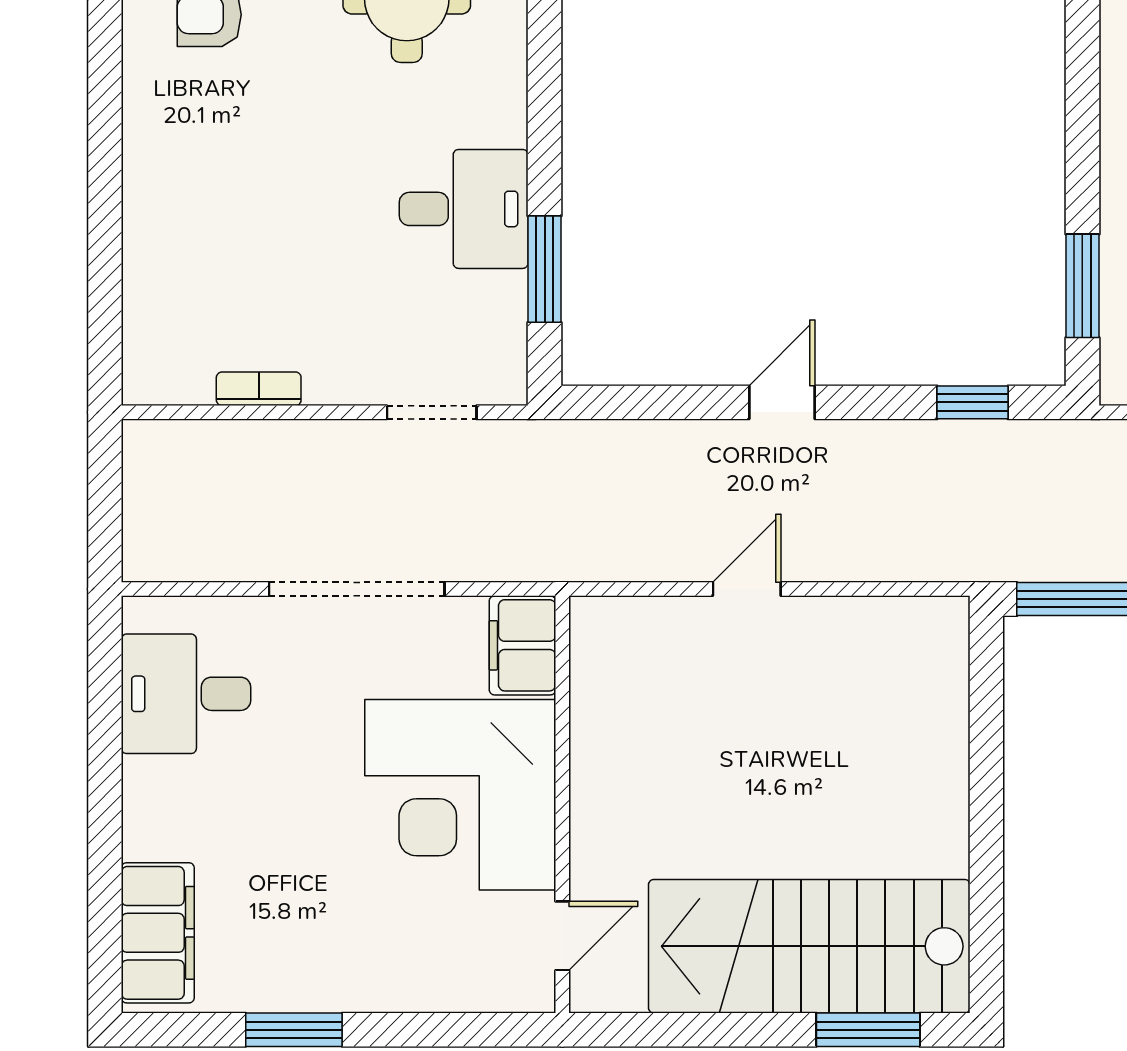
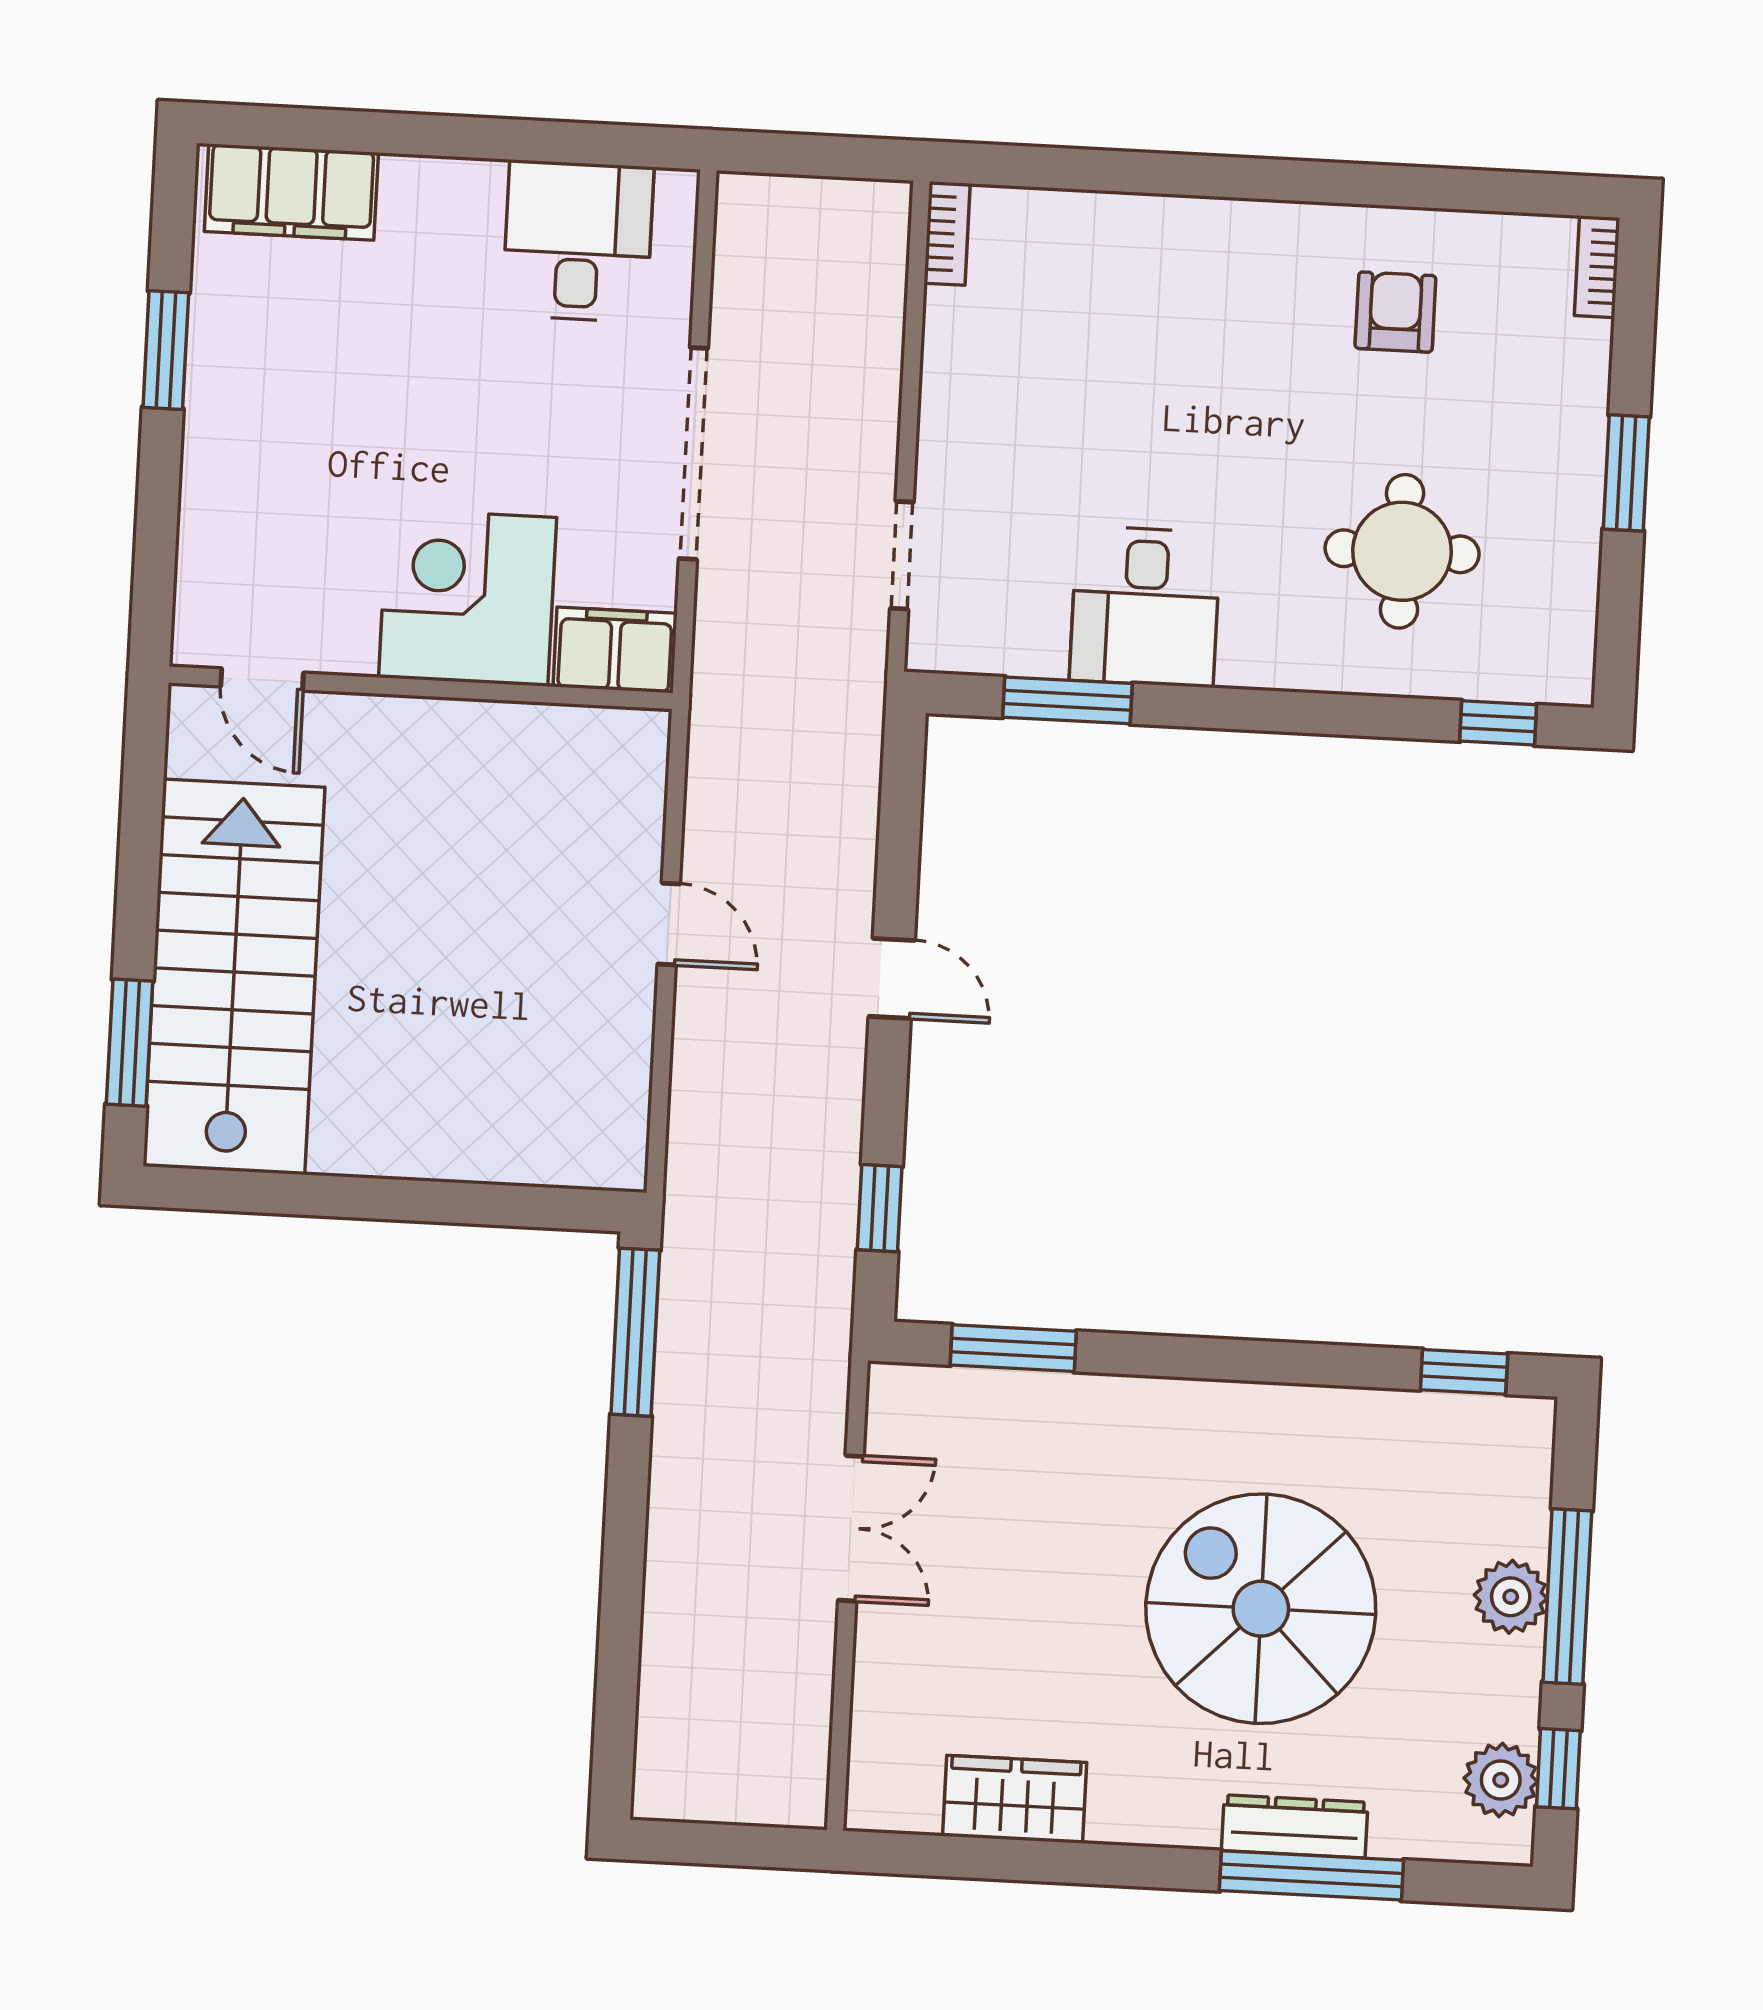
bookcase: (259, 389) -> (947, 233), moved
corner desk: (460, 795) -> (468, 598), width x0.74, depth x0.74

